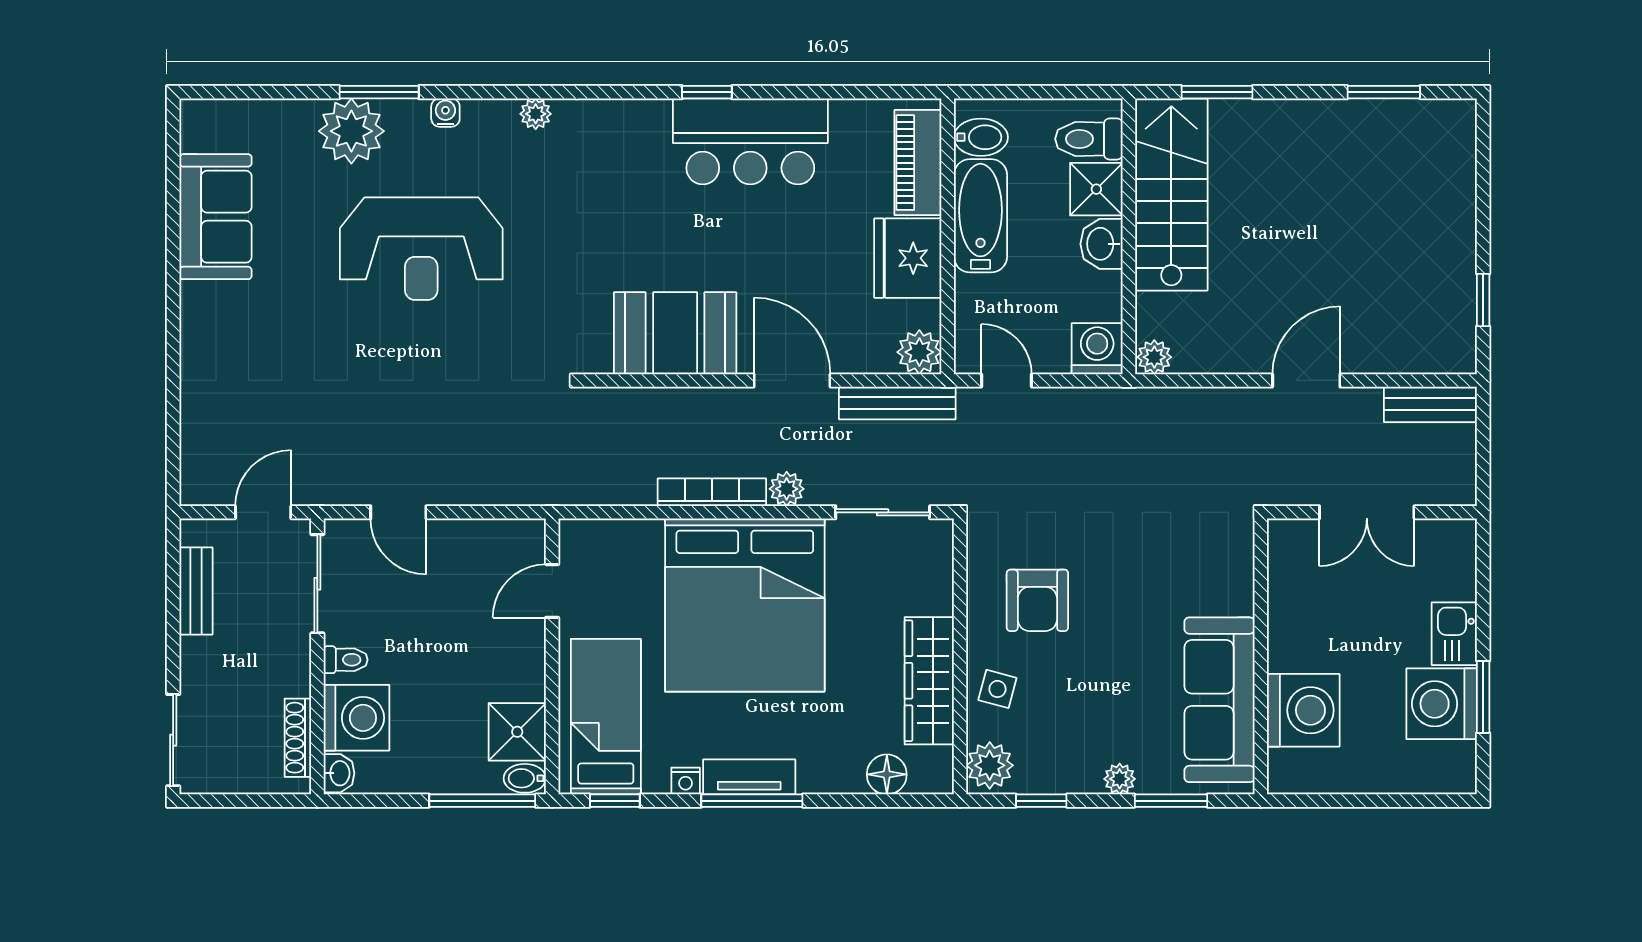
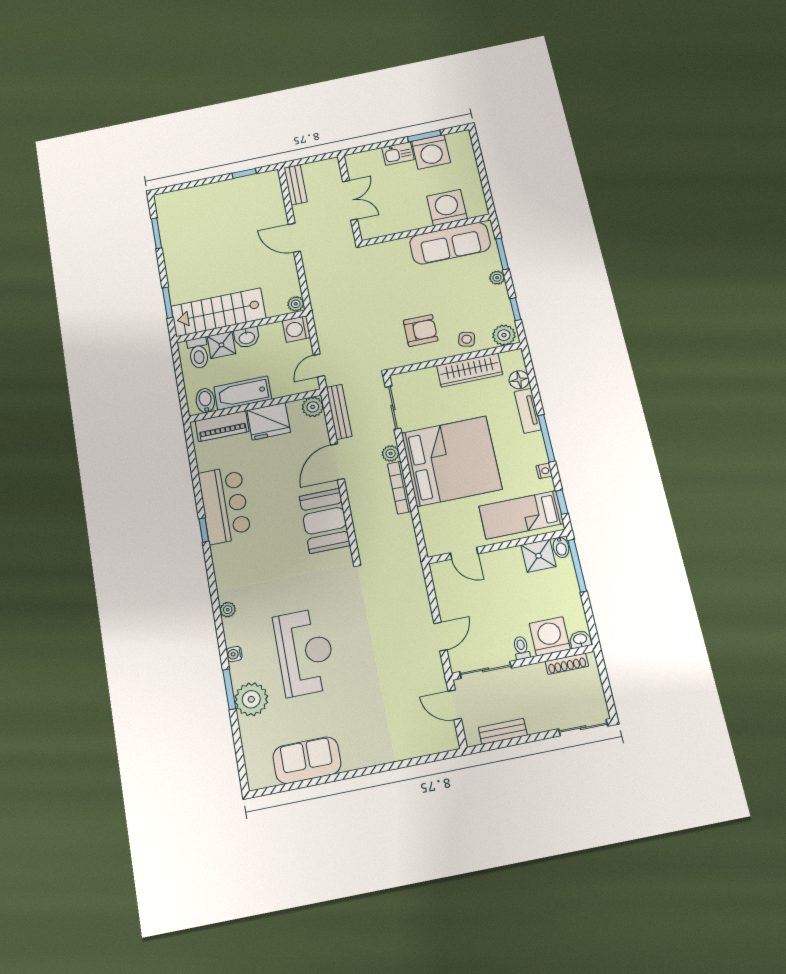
tv unit: (749, 777) -> (528, 411), moved

